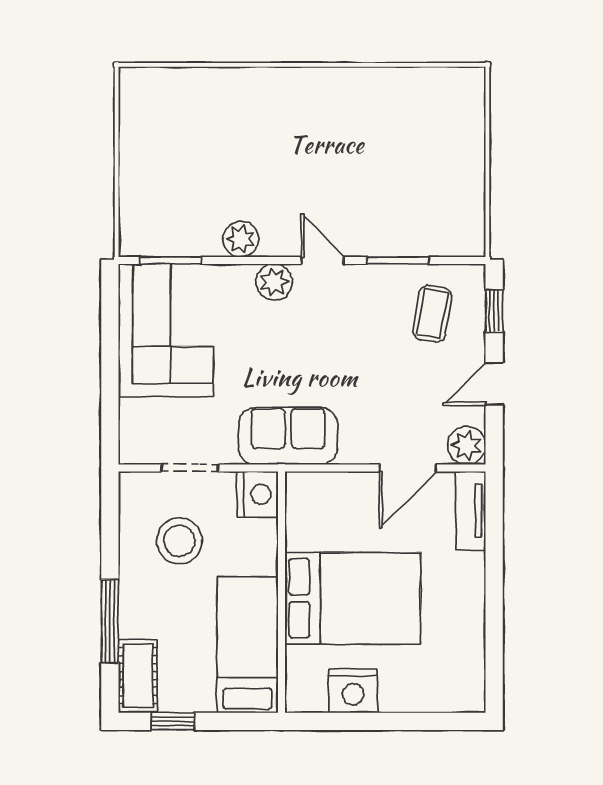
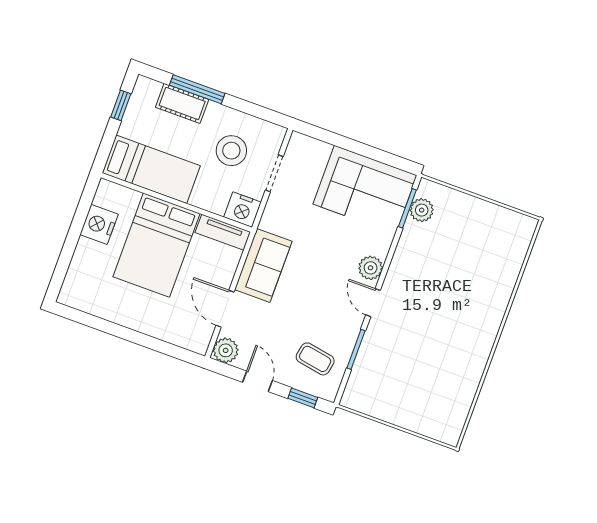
plant: (241, 239) -> (422, 210), moved
door: (322, 260) -> (373, 303), swing flipped
sofa: (288, 436) -> (263, 265), moved
tv unit: (471, 511) -> (223, 232), moved, turned 180
cot: (138, 676) -> (182, 103), moved

